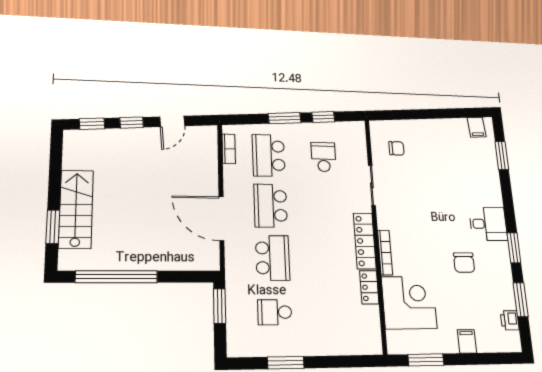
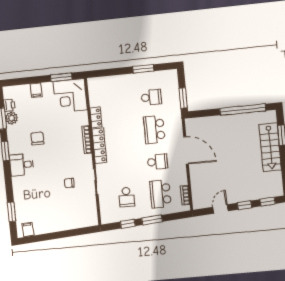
chair: (396, 148) -> (69, 183), moved
school desk: (269, 155) -> (161, 194), turned 180
school desk: (271, 206) -> (157, 162), width x0.54
plant: (506, 299) -> (12, 118), added
corner desk: (409, 303) -> (70, 96), moved

